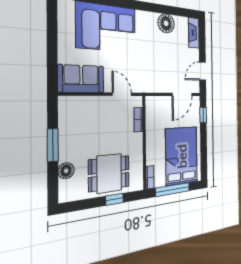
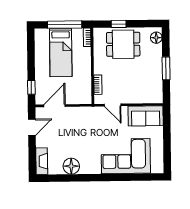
bed: (182, 156) -> (61, 53), width x0.67
floor lamp: (66, 171) -> (156, 38), moved

